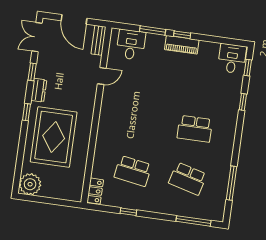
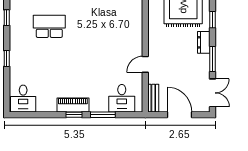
window: (248, 68) -> (7, 18), moved
window: (32, 72) -> (213, 59), width x1.50

